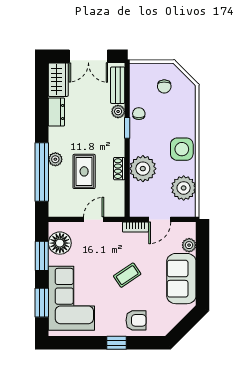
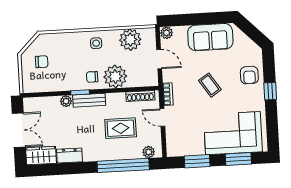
bench: (118, 85) -> (89, 100), moved
chair: (139, 114) -> (92, 77), moved
side table: (182, 149) -> (96, 43), width x0.54, depth x0.54
plant: (55, 159) -> (149, 152), moved
shoe rack: (119, 169) -> (140, 96), moved, width x1.43
bookcase: (135, 227) -> (168, 94), moved
floor lamp: (60, 243) -> (185, 146), removed
plant: (189, 245) -> (167, 33), moved
armchair: (136, 320) -> (249, 75), turned 180

